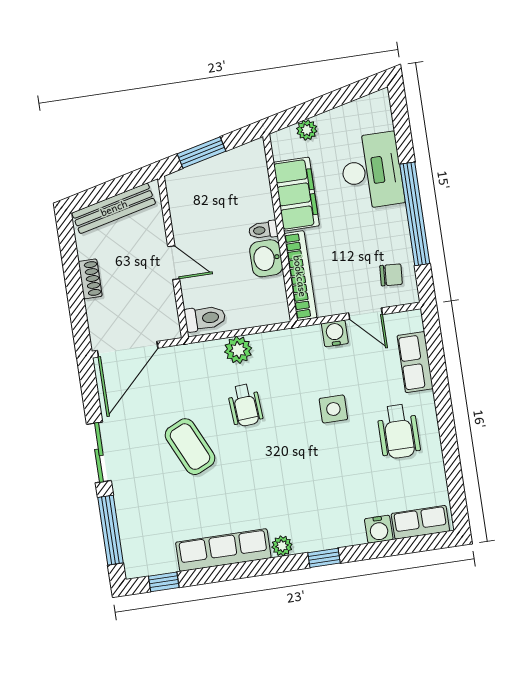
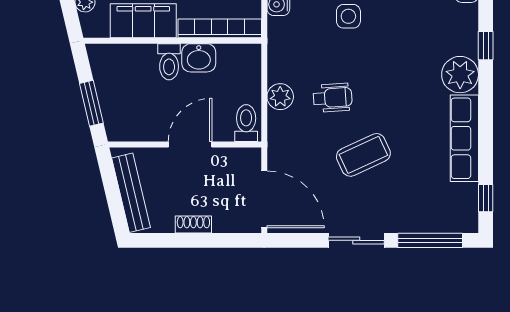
toilet: (263, 230) -> (169, 62), width x1.37, depth x1.39
door: (174, 263) -> (190, 144), width x1.38
plant: (282, 546) -> (460, 75), width x1.88, depth x1.88

